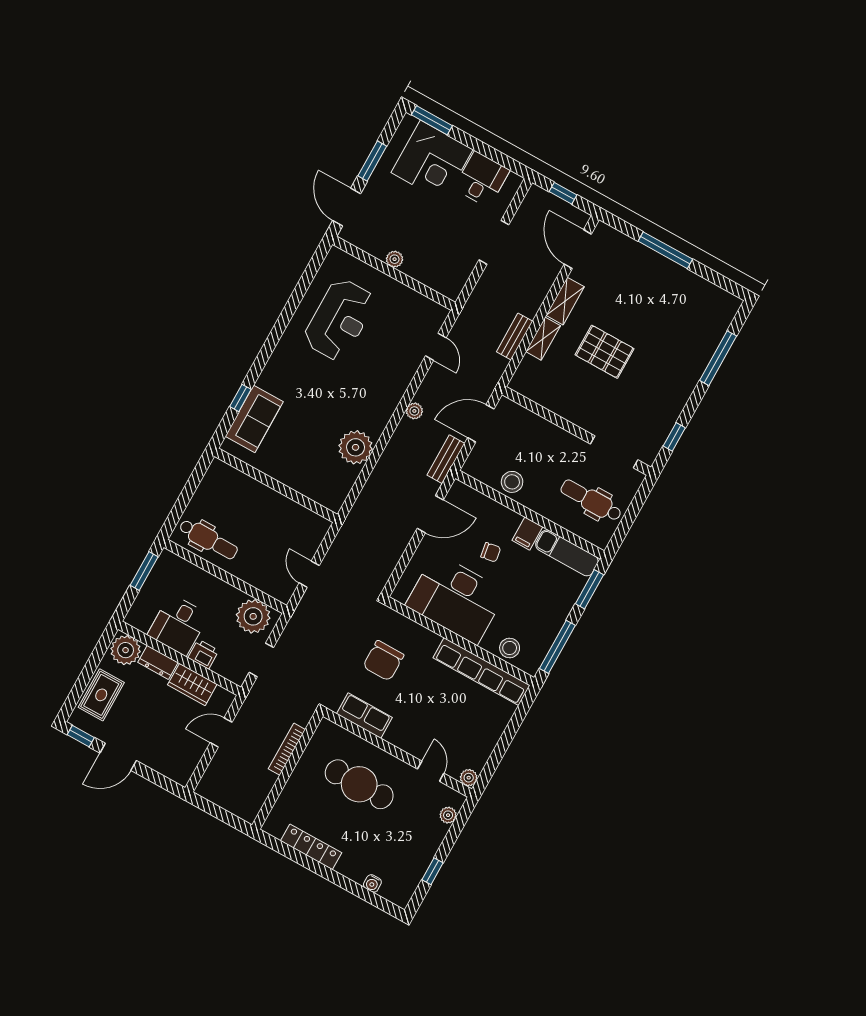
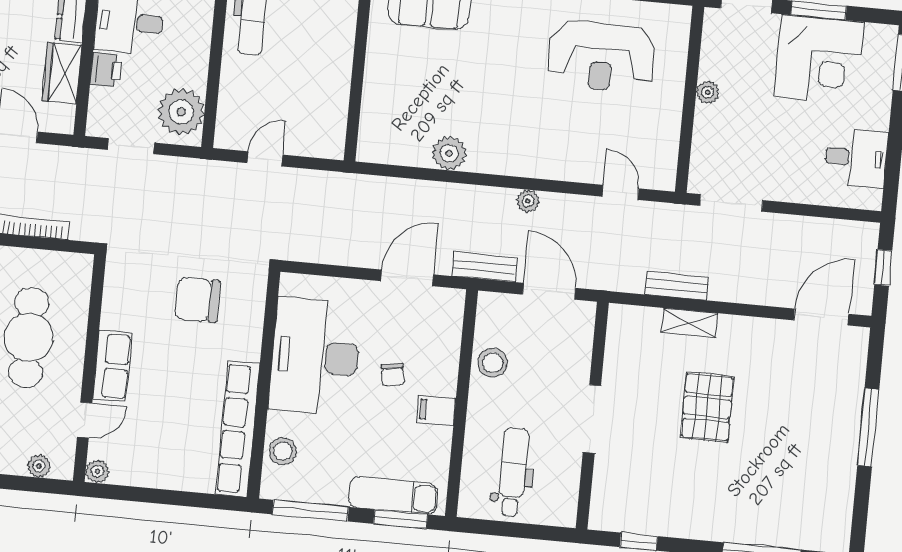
corner desk: (432, 161) -> (819, 59), moved, turned -90
doorway: (494, 242) -> (731, 203), moved
shelving: (565, 301) -> (749, 330), removed
door: (436, 347) -> (620, 192), swing flipped
plant: (356, 447) -> (449, 153), width x0.73, depth x0.73
doorway: (614, 452) -> (592, 419), moved
door: (430, 514) -> (407, 278), swing flipped
exam couch: (567, 553) -> (393, 496), moved, turned 90
row of seats: (364, 716) -> (112, 366), moved

